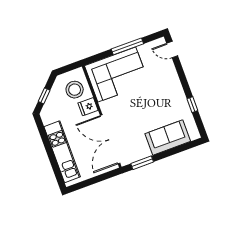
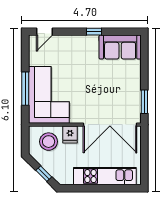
window: (127, 46) -> (25, 89), moved
window: (192, 105) -> (94, 32), moved
sofa: (168, 137) -> (120, 47), moved, turned -90

